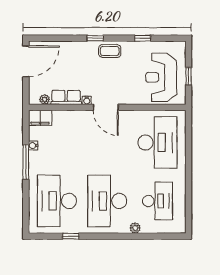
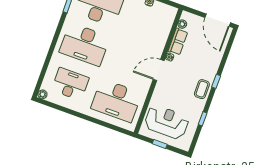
filing cabinet: (40, 118) -> (169, 15), removed
desk: (107, 201) -> (85, 44), turned 180
desk: (157, 201) -> (70, 84), turned 180
plant: (135, 228) -> (42, 94), moved

